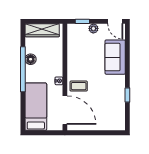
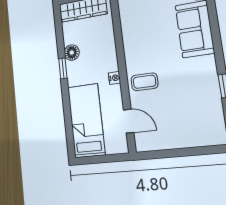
window: (23, 69) -> (63, 68), width x0.32
door: (65, 110) -> (129, 121), width x0.53

